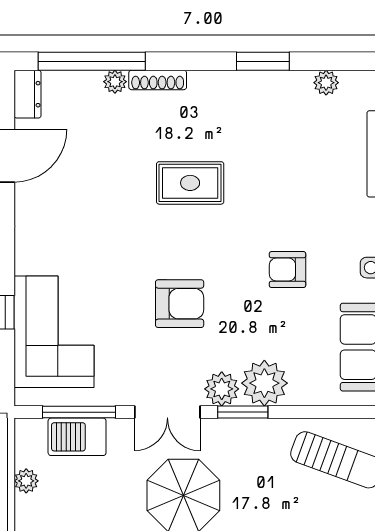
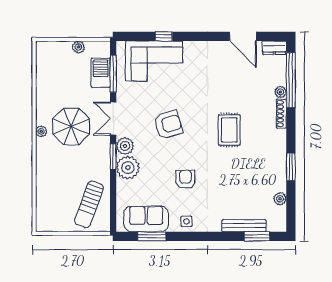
armchair: (180, 304) -> (168, 125), turned -106

